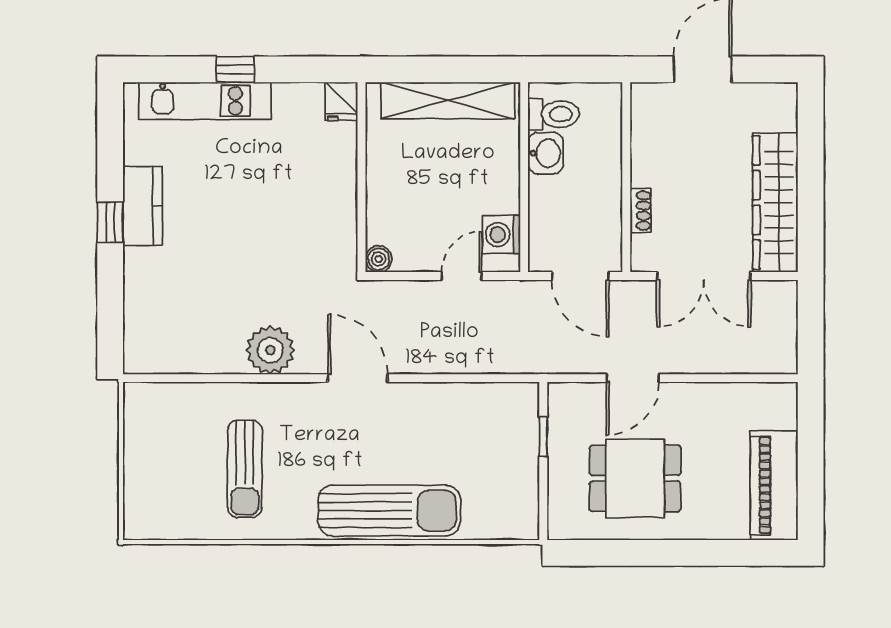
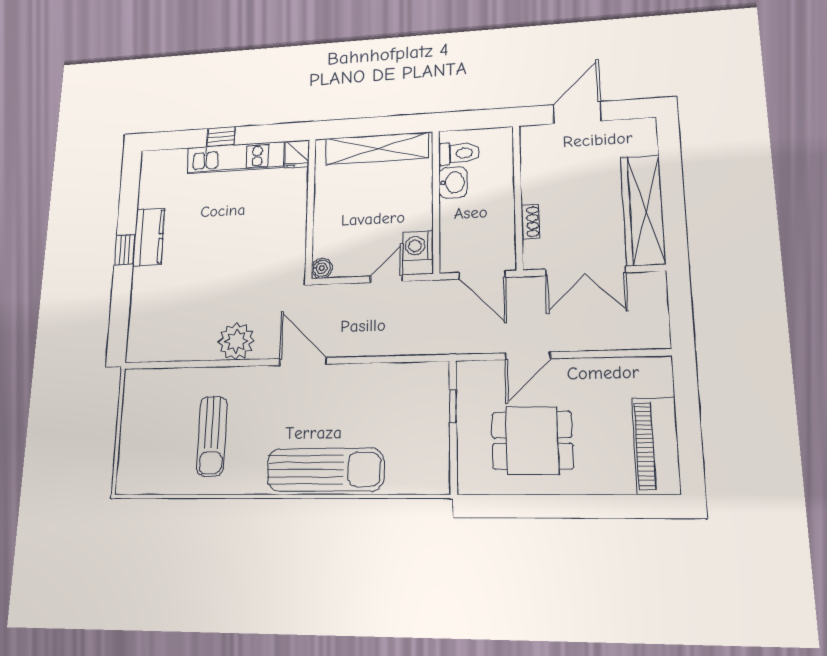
kitchen unit: (205, 101) -> (235, 158), moved

